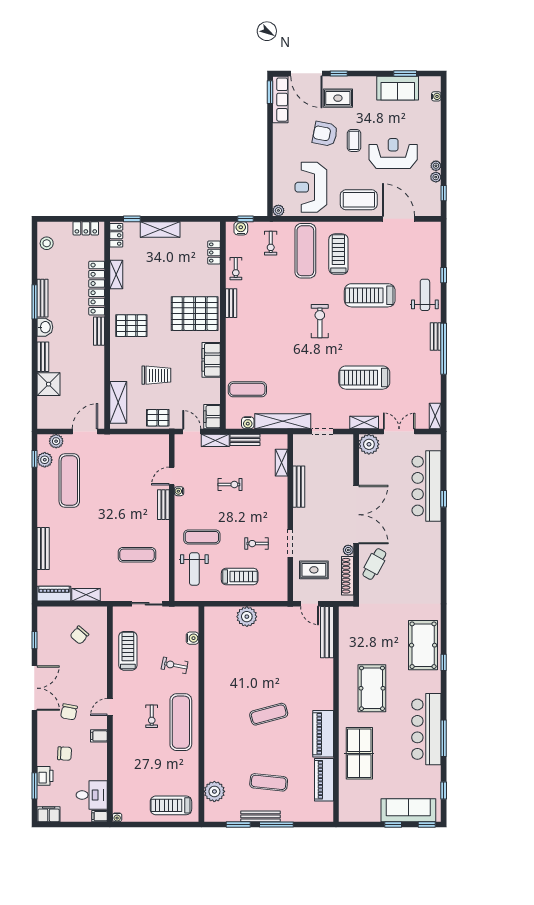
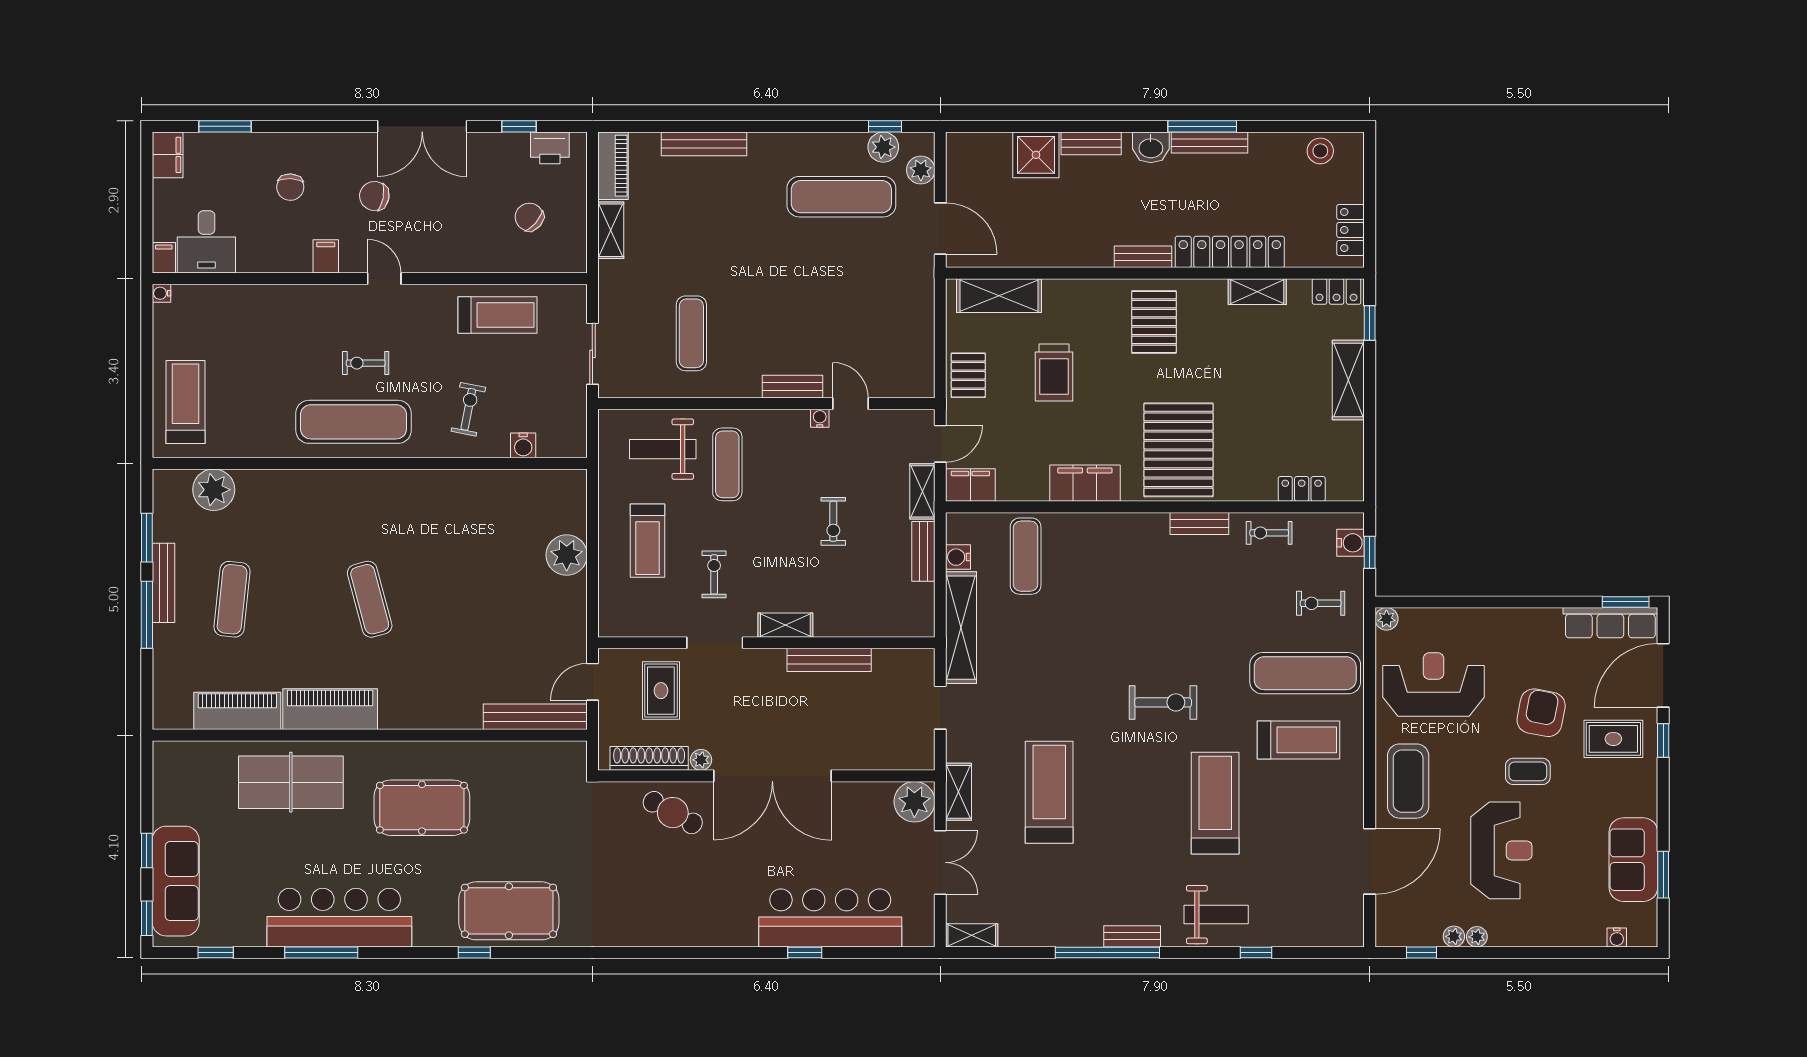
rug: (338, 98) -> (1613, 739), turned 90
shelving: (281, 463) -> (785, 625), moved
printer: (45, 776) -> (550, 148), moved

